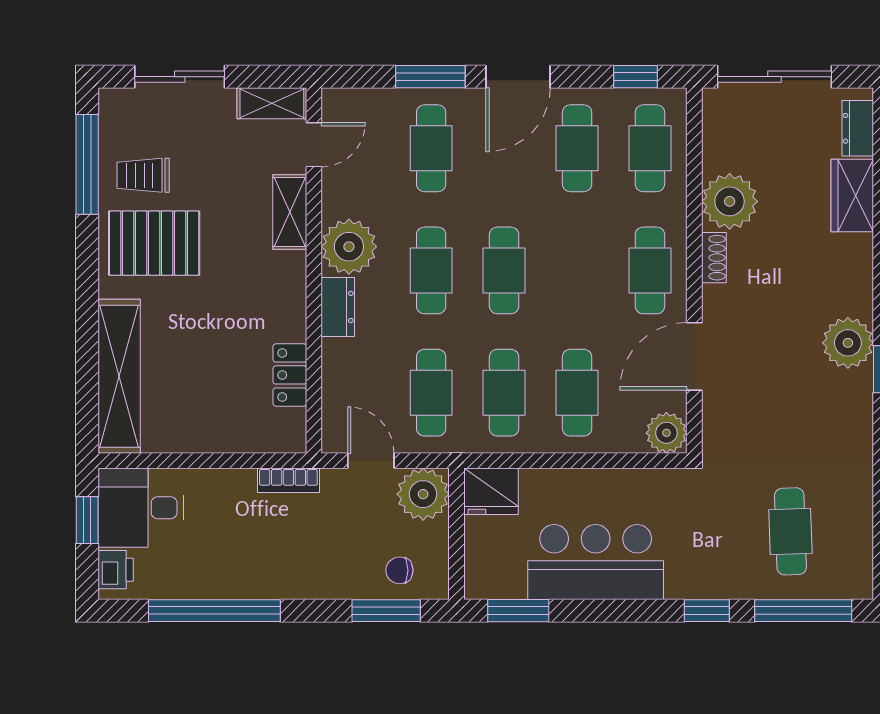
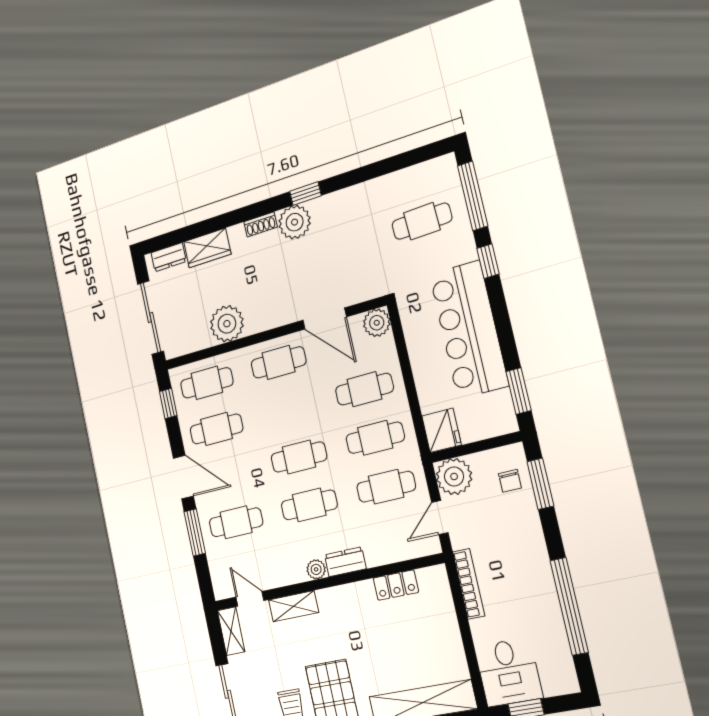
plant: (349, 247) -> (316, 569), width x0.53, depth x0.53
shoe rack: (714, 258) -> (261, 224), moved, turned 180
bookcase: (288, 480) -> (469, 584), width x1.56
bar counter: (596, 562) -> (469, 330), width x1.36
printer: (116, 570) -> (556, 683), removed

